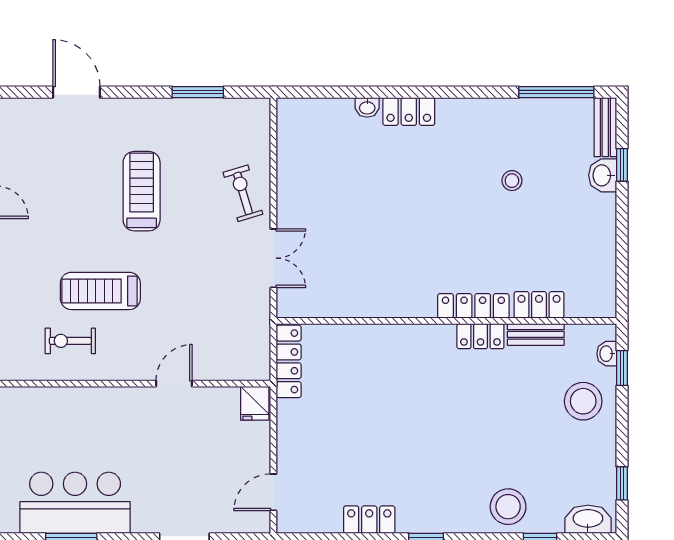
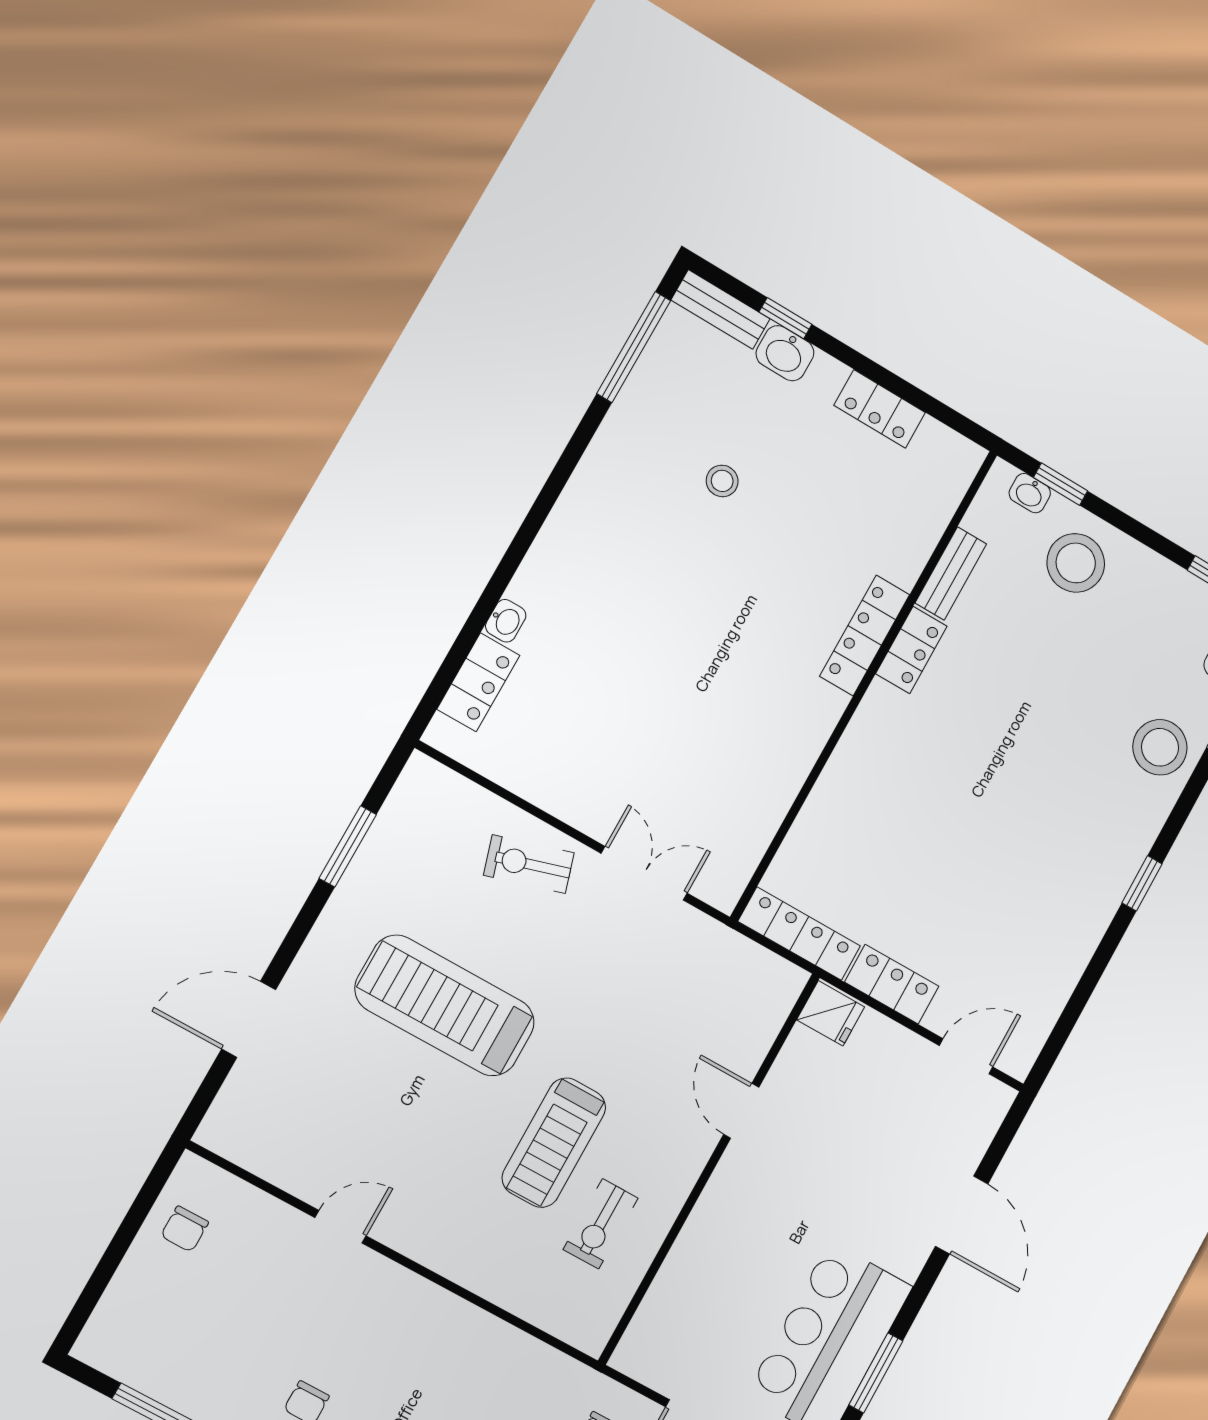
locker: (409, 111) -> (478, 682), moved
treadmill: (142, 191) -> (445, 1006), width x1.37, depth x1.38
locker: (539, 305) -> (880, 409), moved, turned -90
door: (273, 492) -> (966, 1056), swing flipped
locker: (369, 520) -> (892, 984), moved, turned 90

